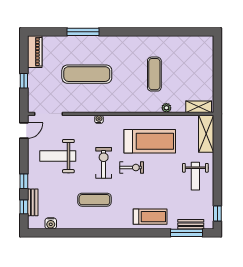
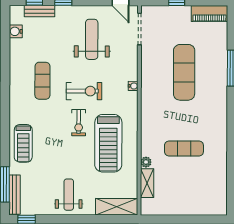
shelving: (199, 107) -> (147, 183), moved
weight bench: (195, 176) -> (69, 195), turned 90
bench: (191, 224) -> (15, 195), width x1.36

